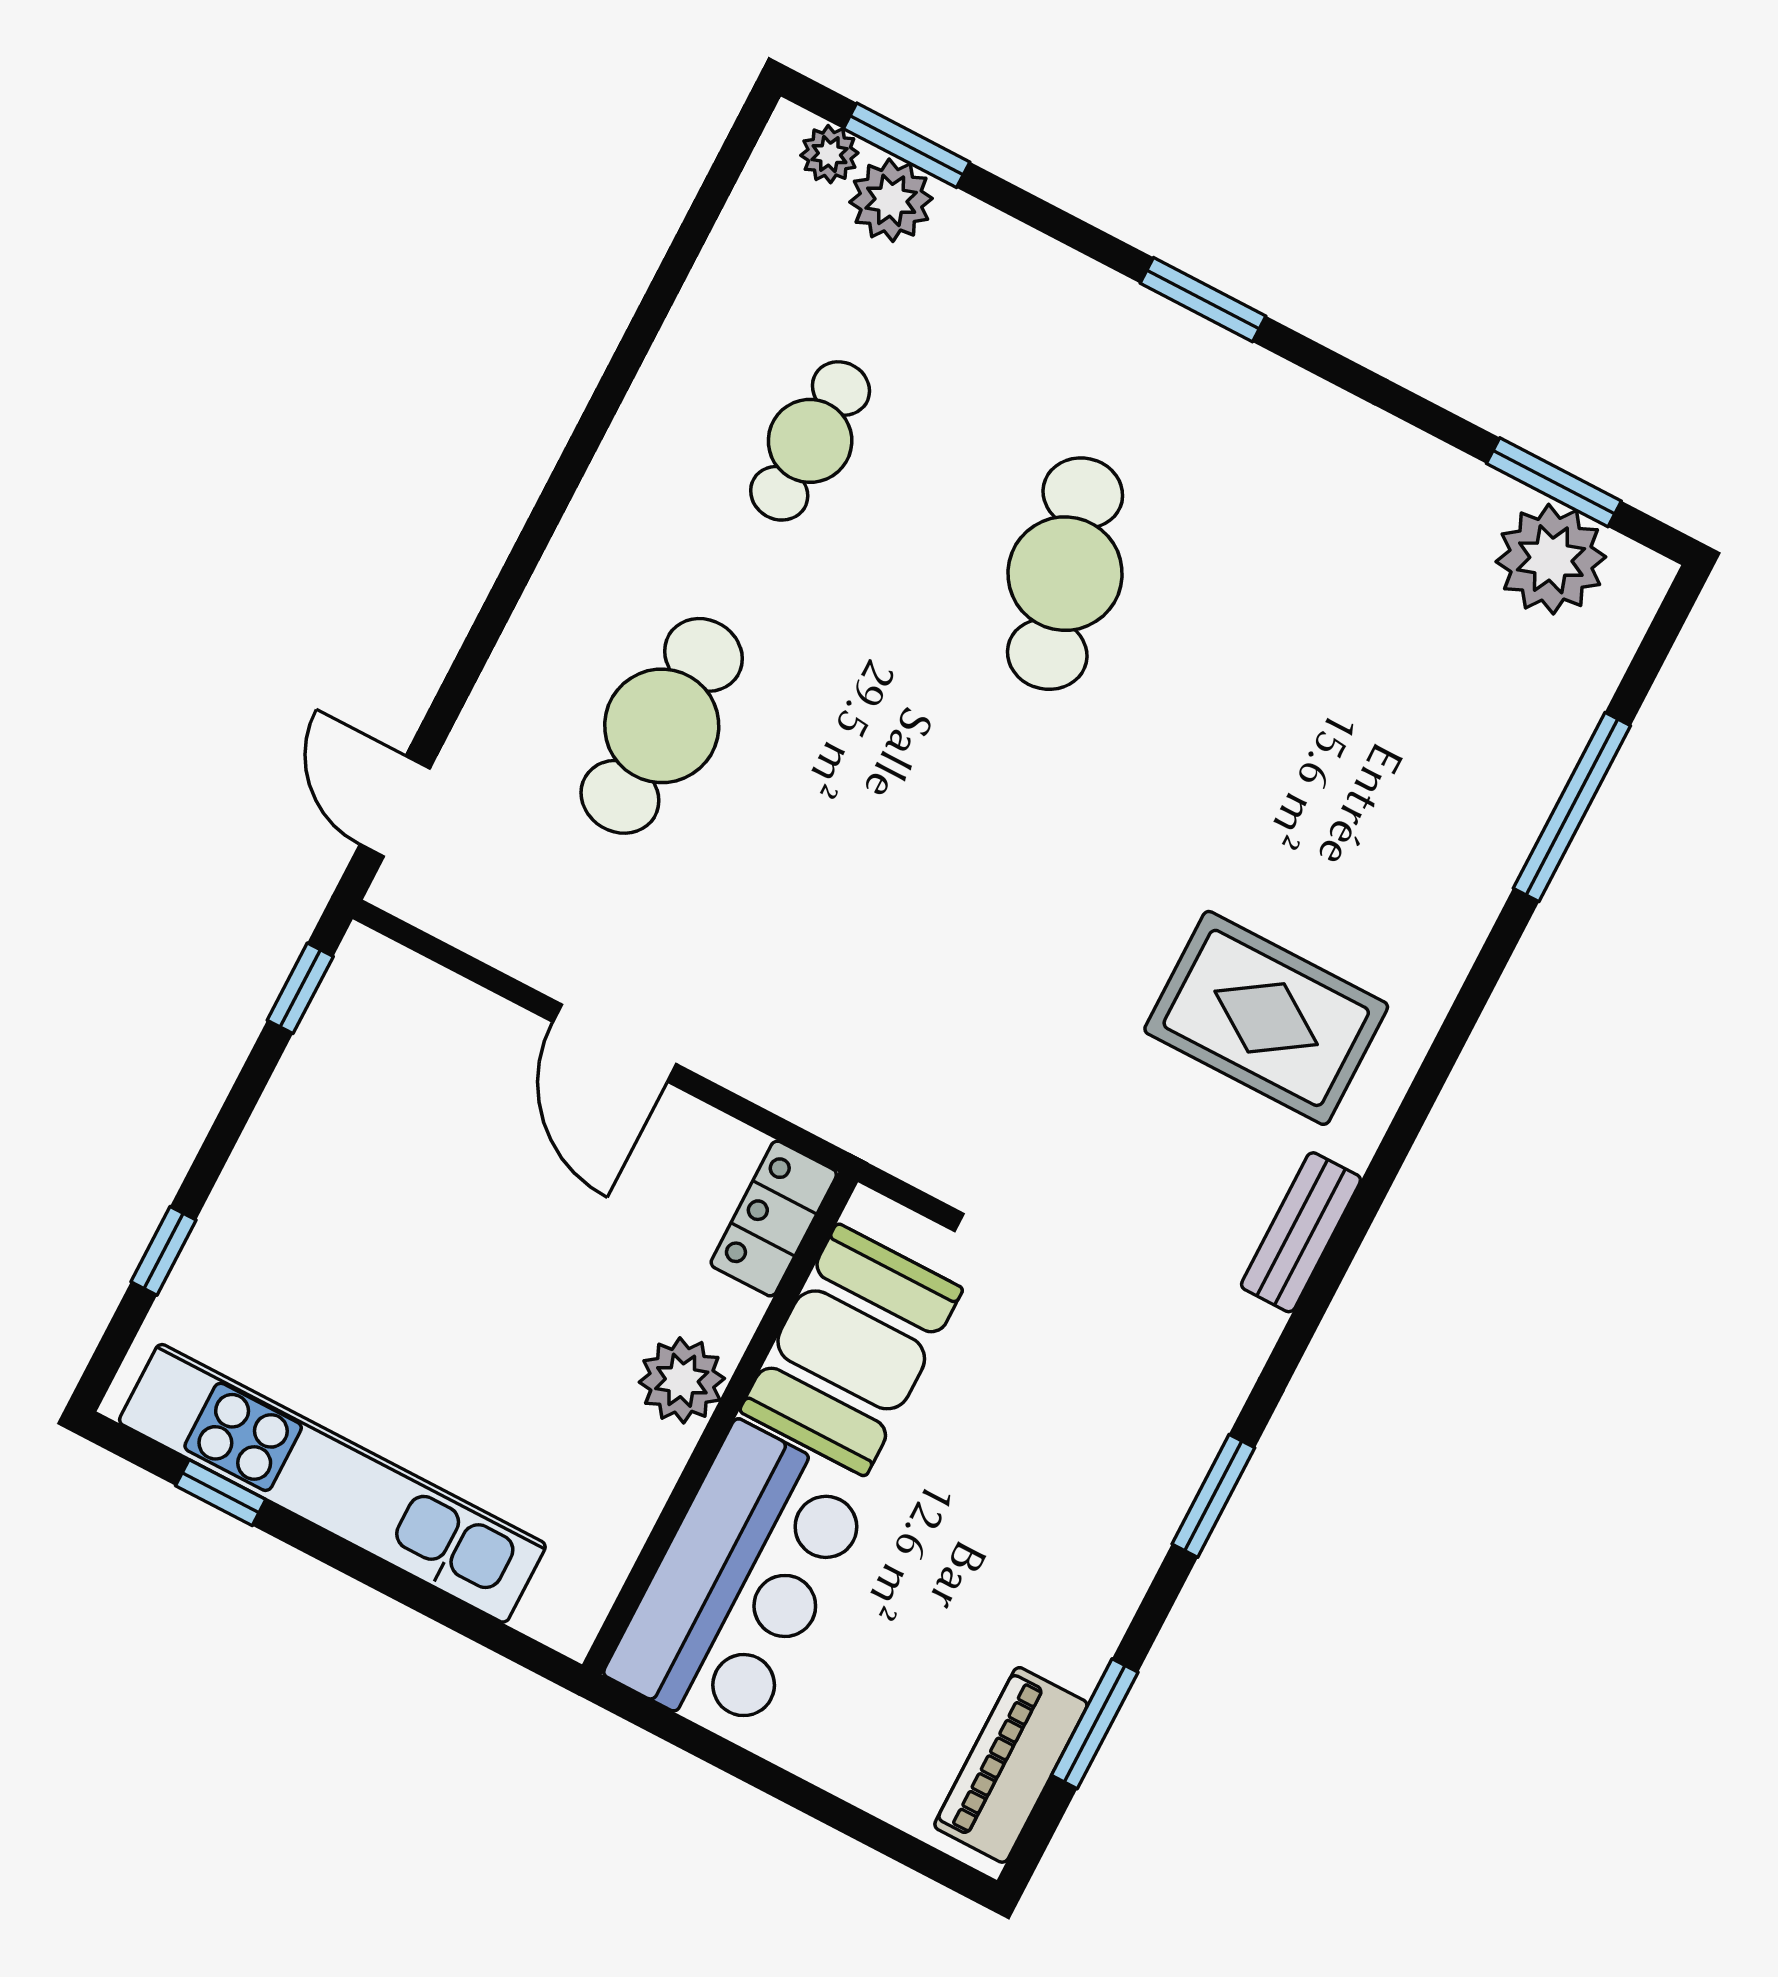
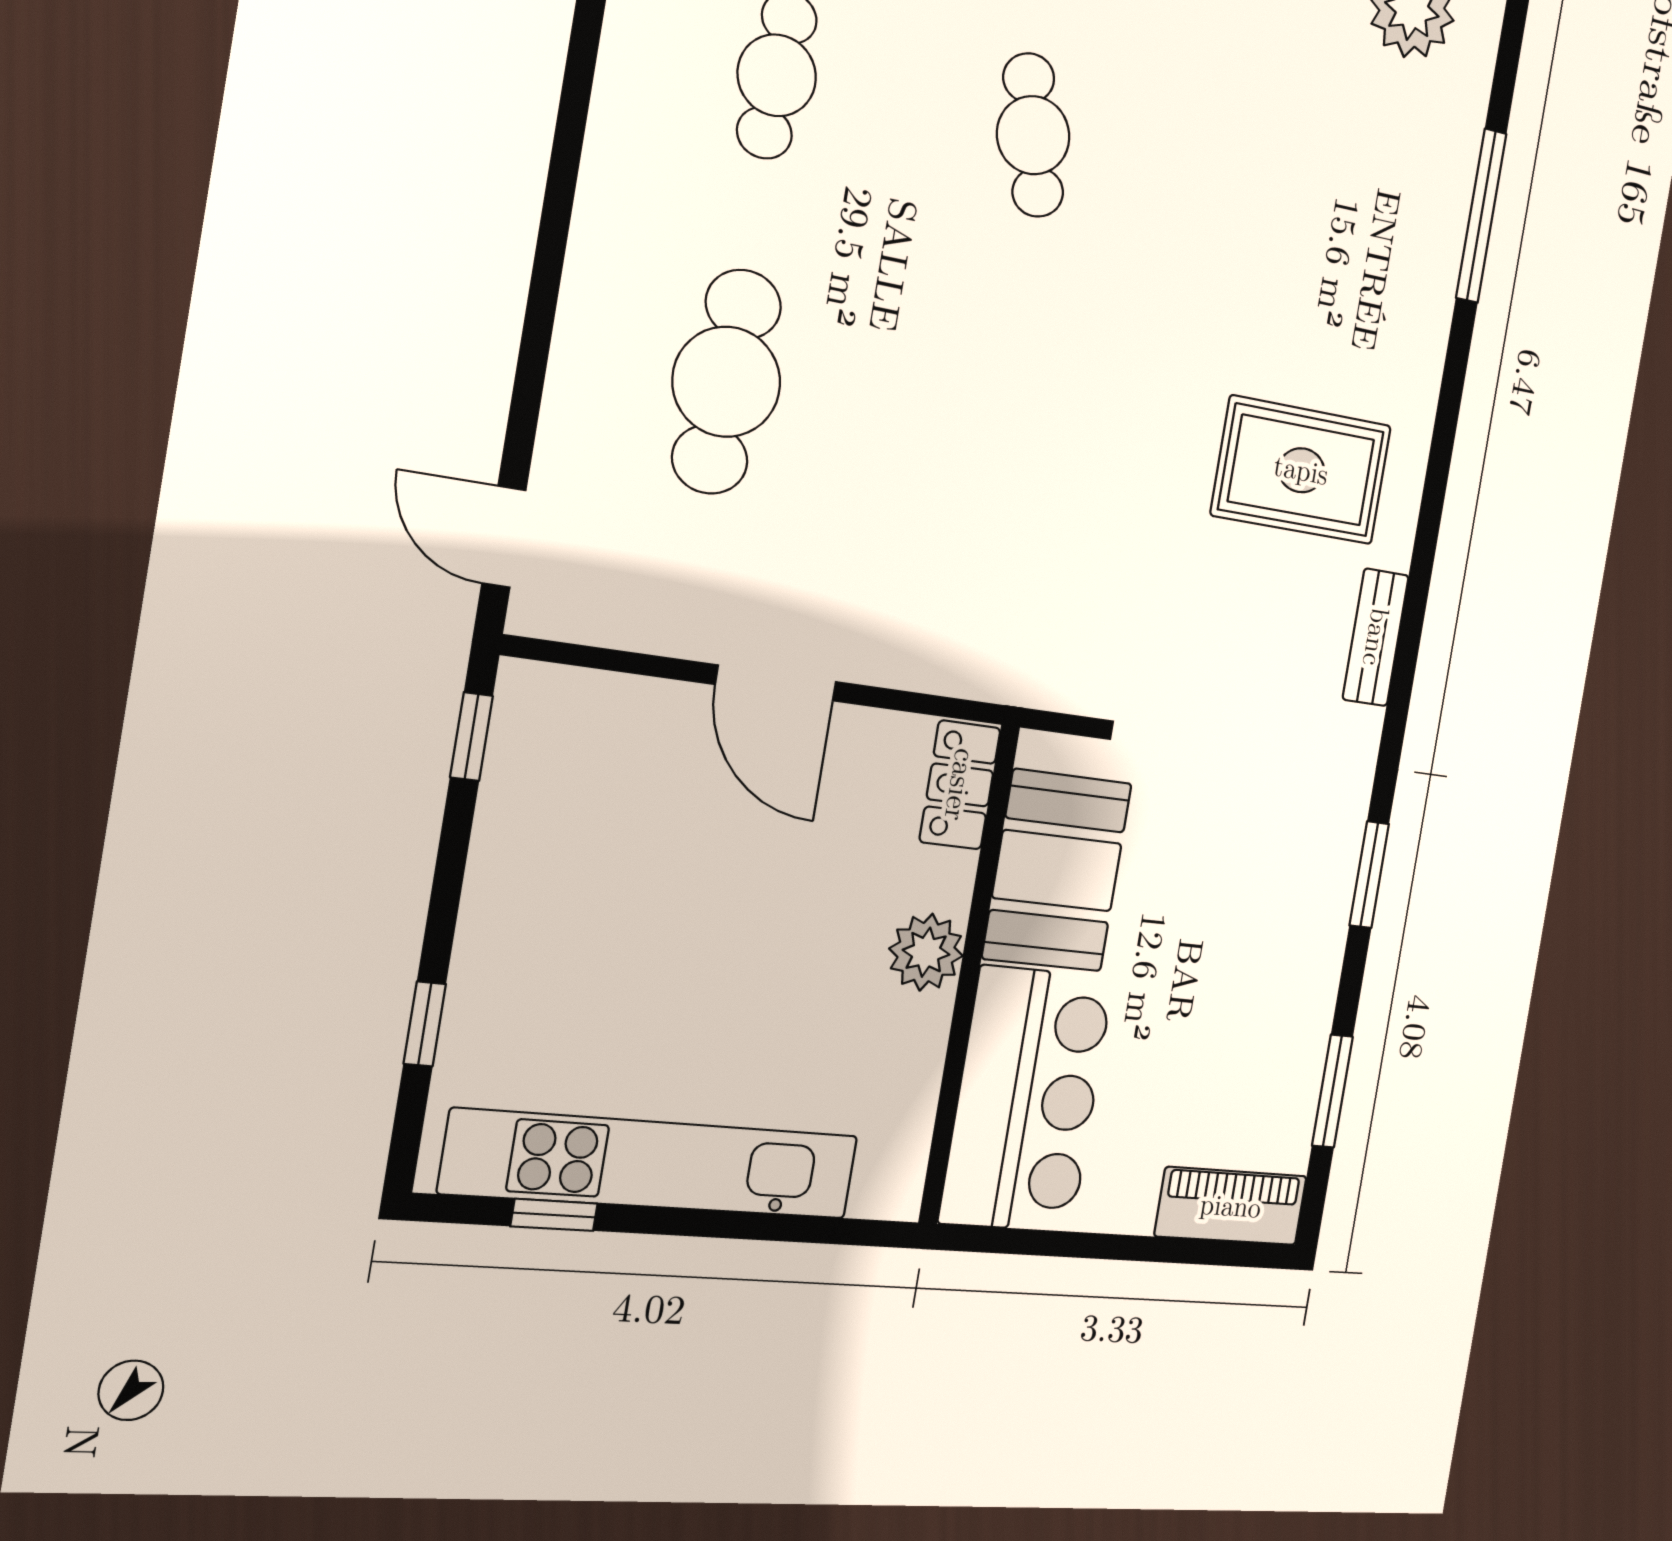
cafe table: (1065, 574) -> (1033, 135), width x0.73, depth x0.74
piano: (1011, 1765) -> (1231, 1206), moved, turned 90

